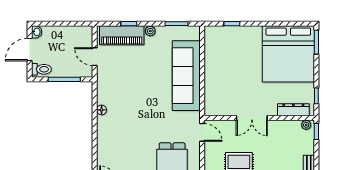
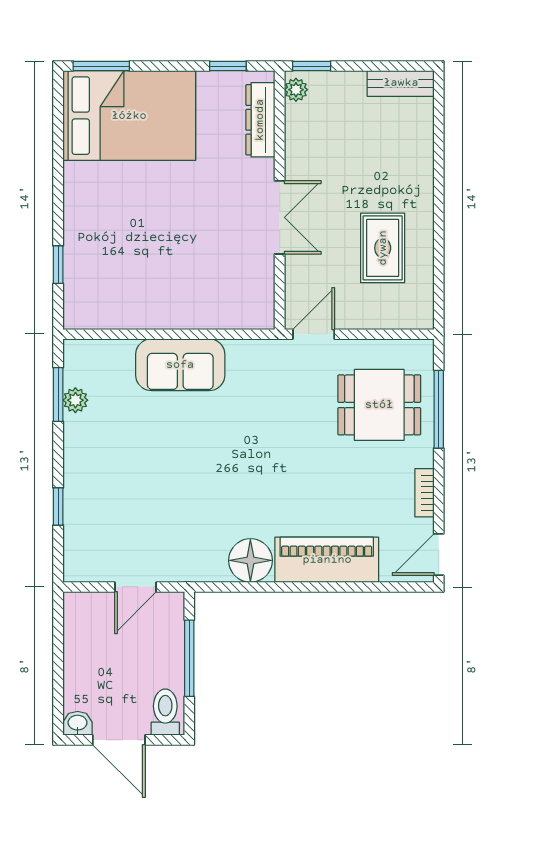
plant: (150, 31) -> (75, 400), moved
piano: (122, 35) -> (327, 560), moved, turned -90
bed: (288, 54) -> (129, 116), width x0.73
sofa: (186, 76) -> (180, 365), width x0.54, depth x0.79
floor lamp: (102, 110) -> (250, 560), width x1.89, depth x1.89

